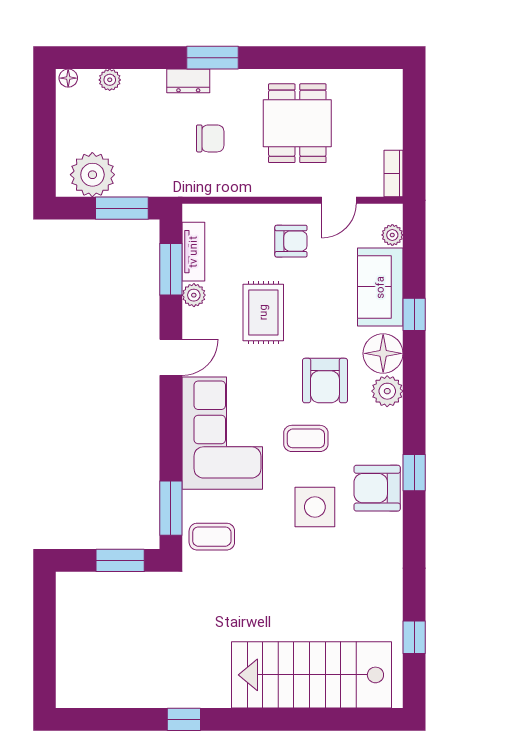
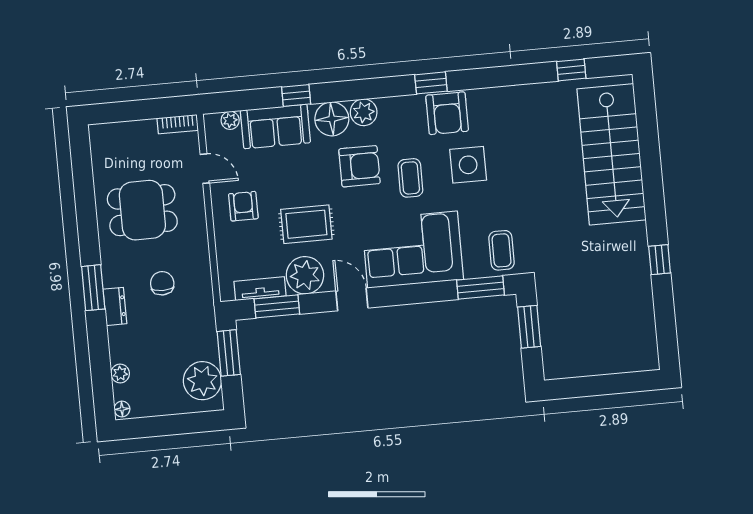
plant: (194, 295) -> (305, 275), width x1.88, depth x1.88

